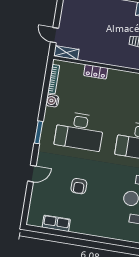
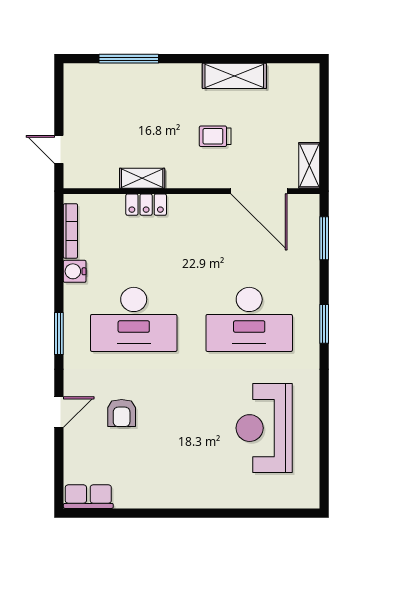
shelving: (66, 53) -> (142, 178), moved
armchair: (79, 186) -> (122, 413), moved
row of seats: (56, 223) -> (88, 497), moved

